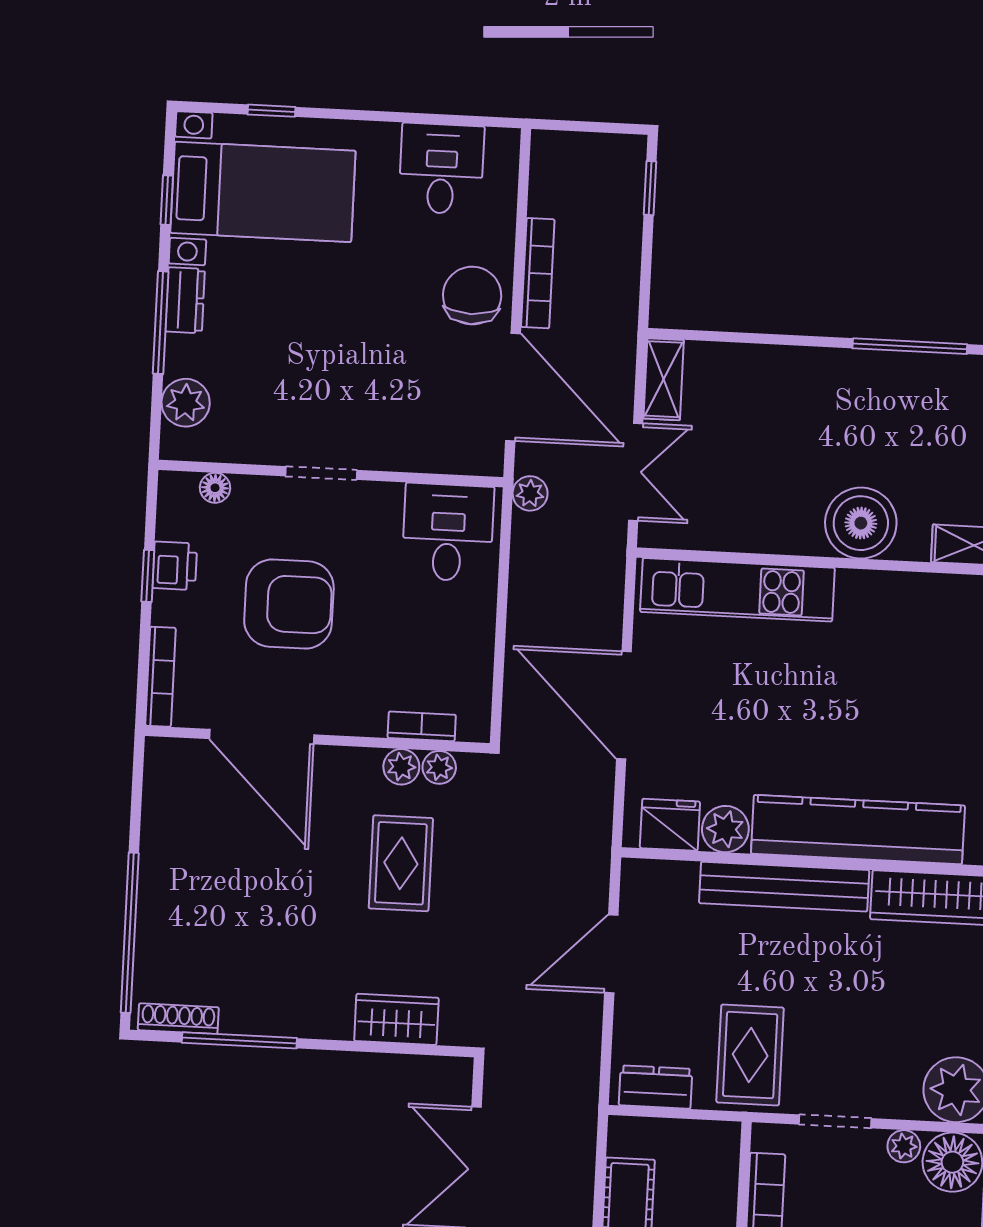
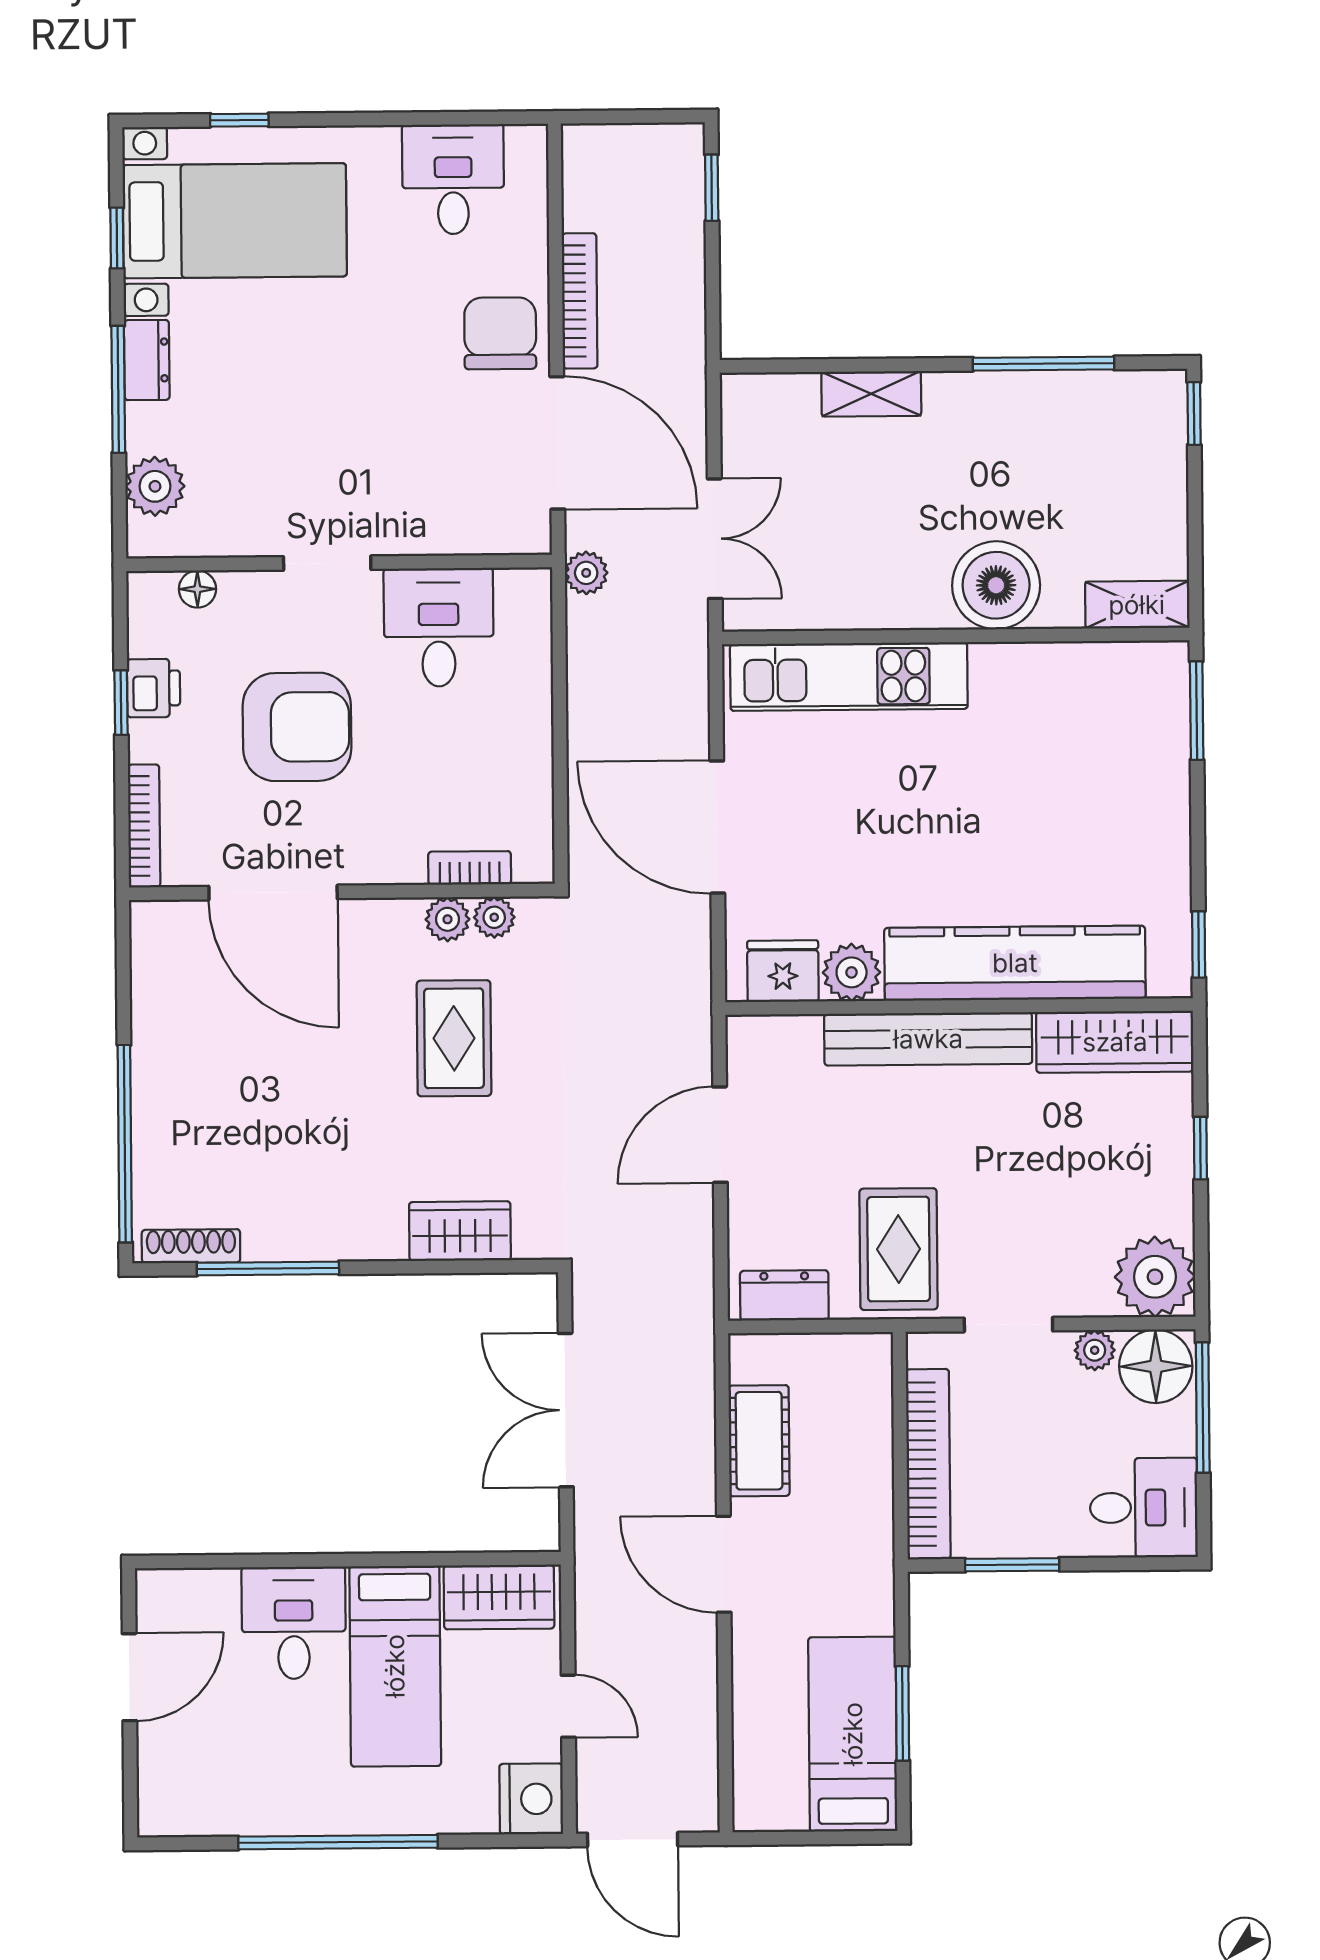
shelving: (664, 379) -> (871, 394), moved, turned 90
desk: (448, 532) -> (439, 627), moved

